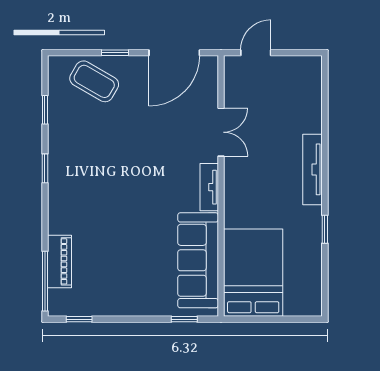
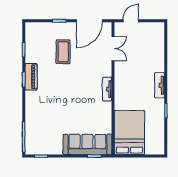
coffee table: (94, 81) -> (63, 52), moved, turned 60
double door: (221, 132) -> (113, 48), moved
tv unit: (312, 169) -> (160, 85), width x0.71
sofa: (198, 260) -> (87, 144), moved, turned 90
piano: (59, 261) -> (31, 77), moved

